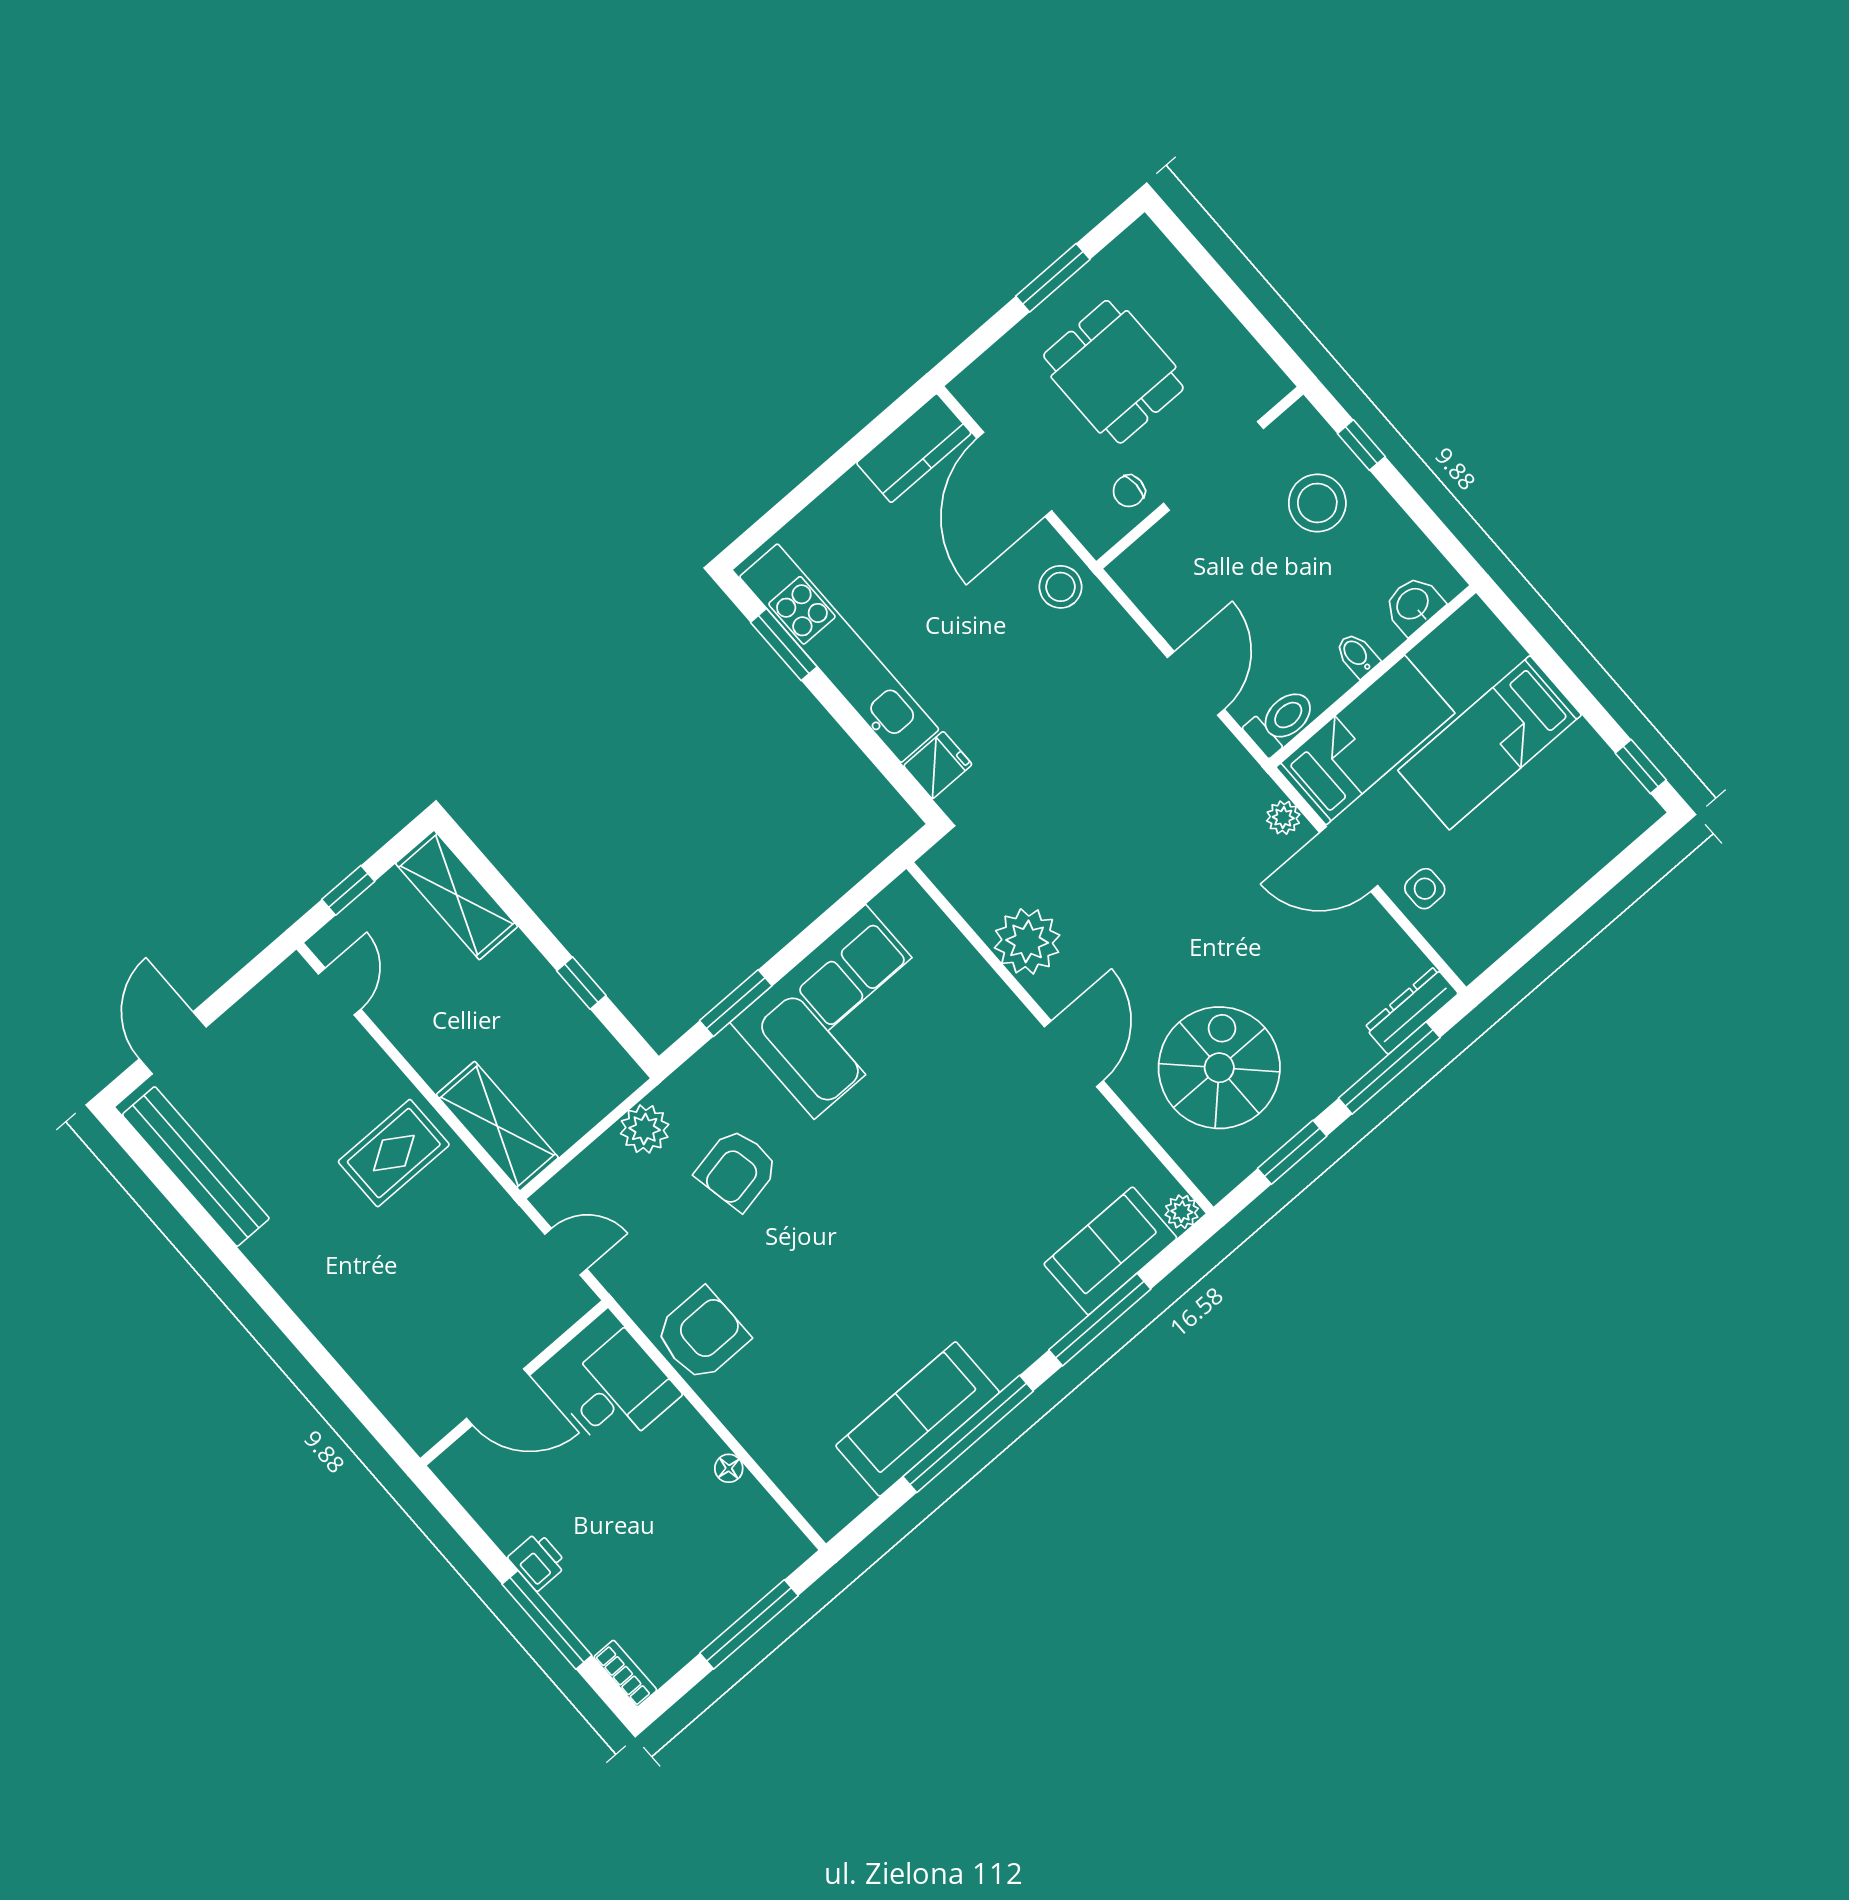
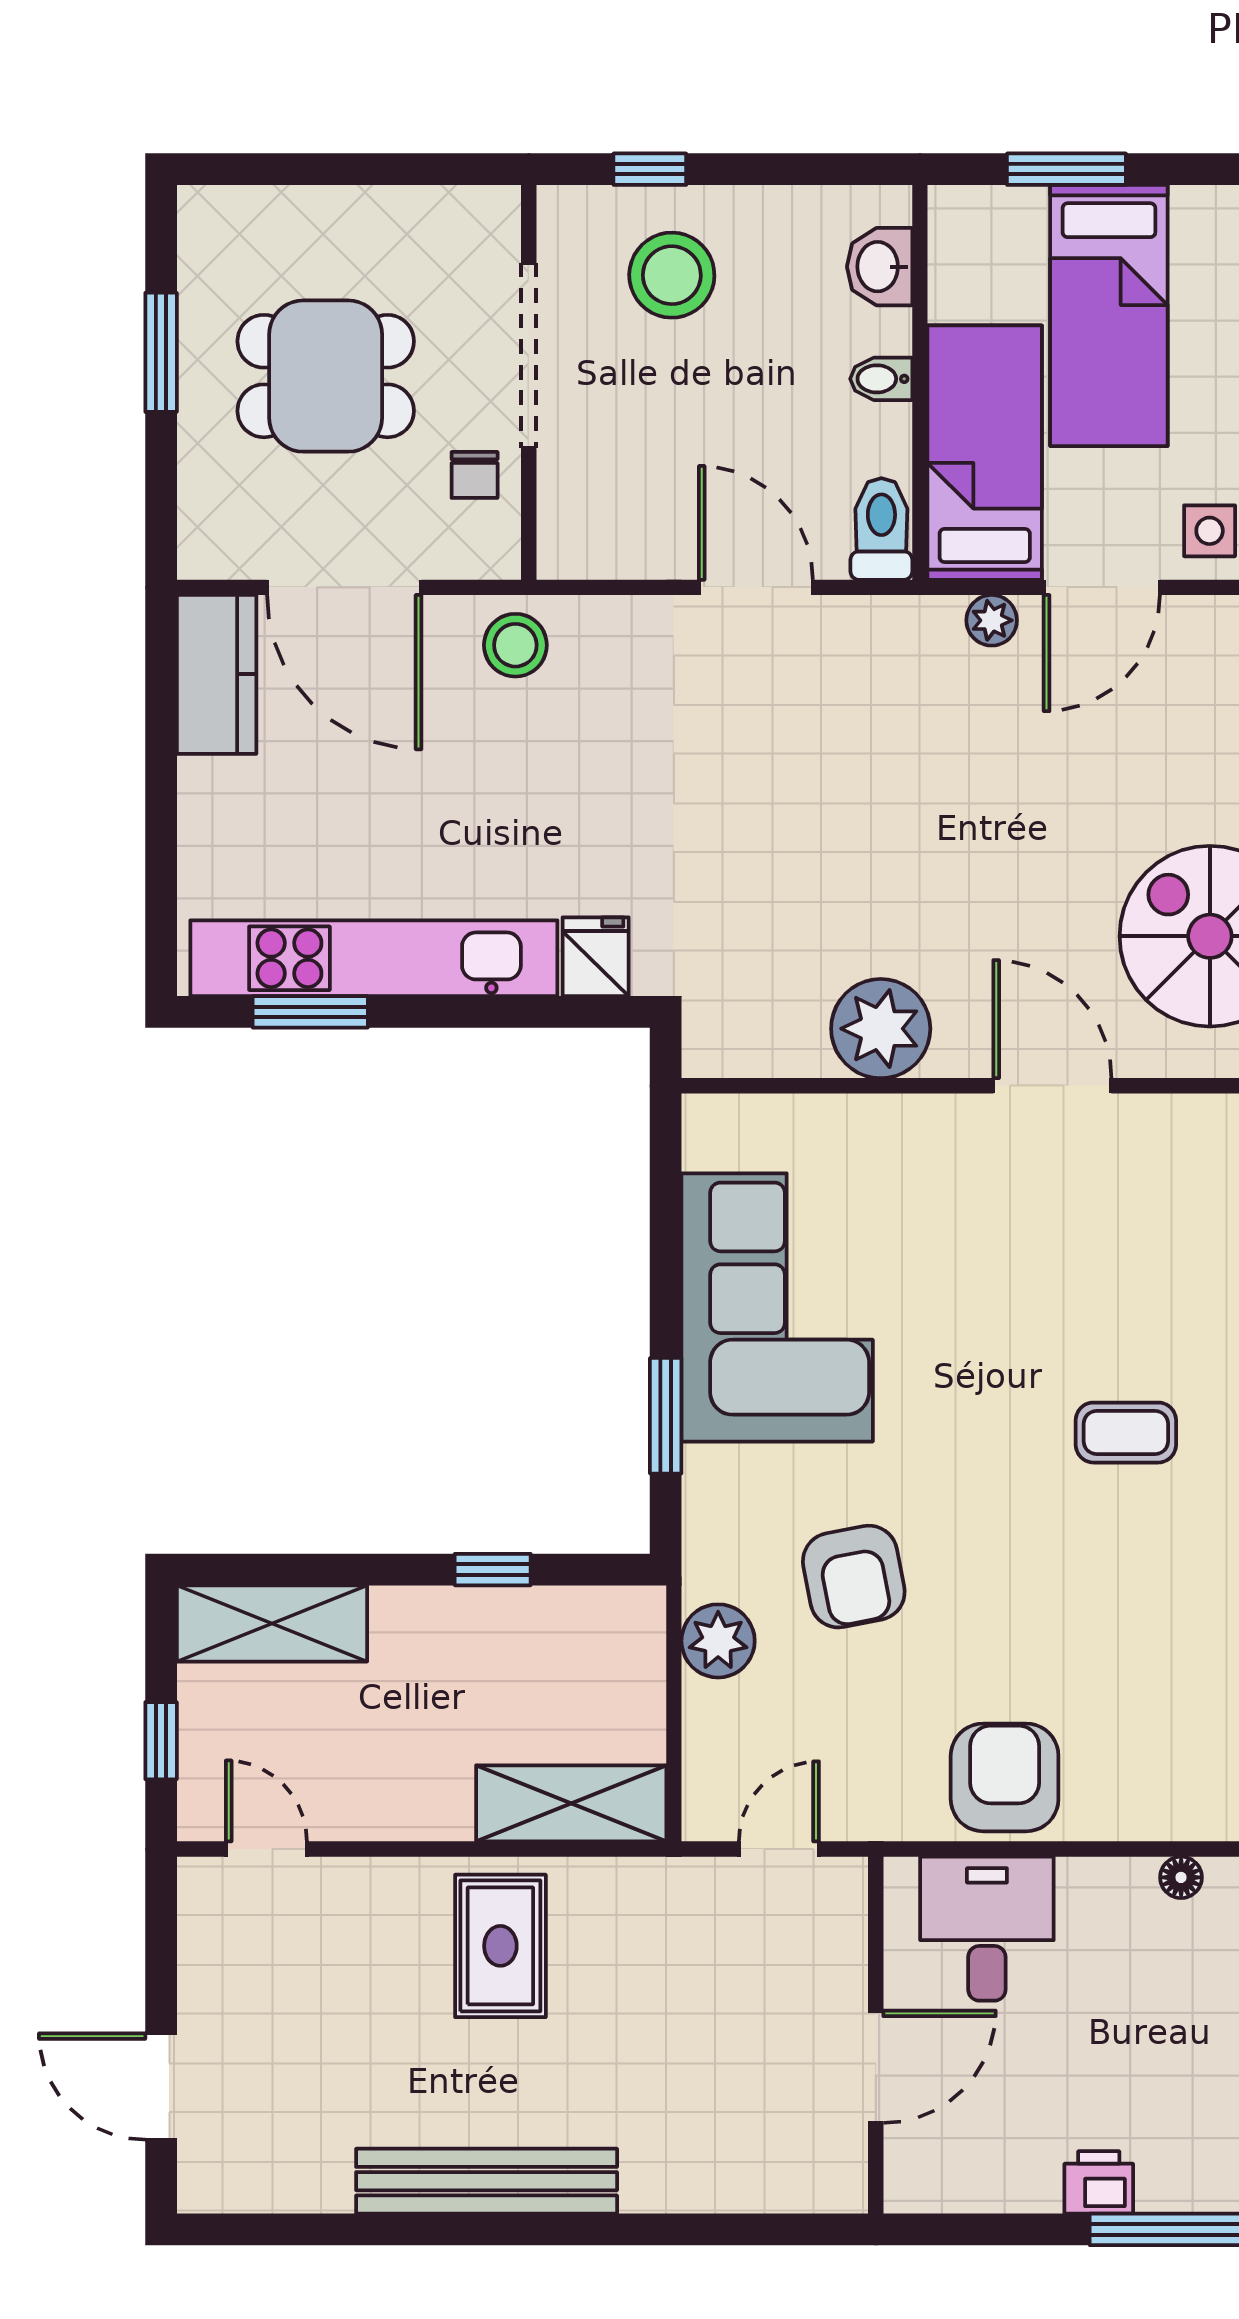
window: (1545, 657) -> (1066, 169), added
bench: (196, 1167) -> (487, 2181), moved
coffee table: (930, 1244) -> (1126, 1433), added

